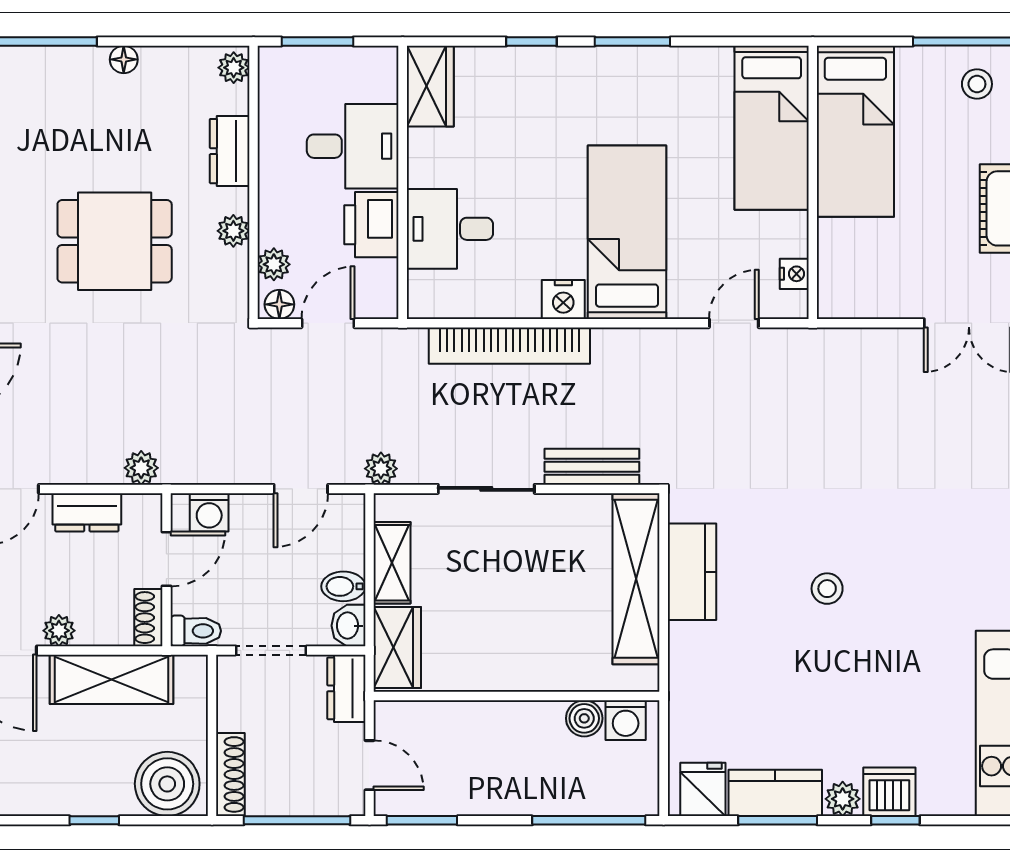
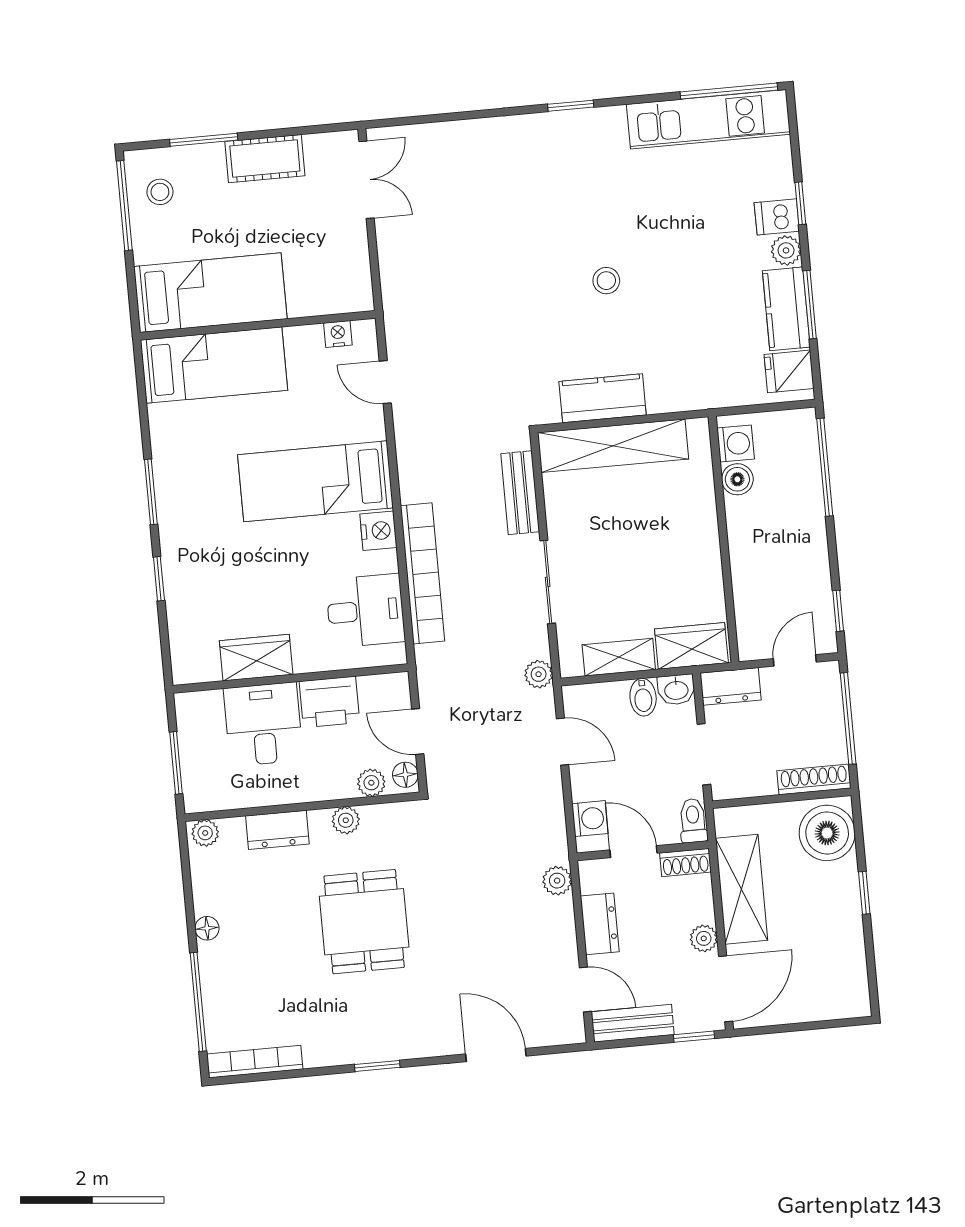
wardrobe: (430, 86) -> (256, 658), moved
desk: (450, 229) -> (365, 611), moved, turned -90
dishwasher: (889, 792) -> (777, 217), width x0.73
window: (422, 820) -> (838, 611), width x0.67

